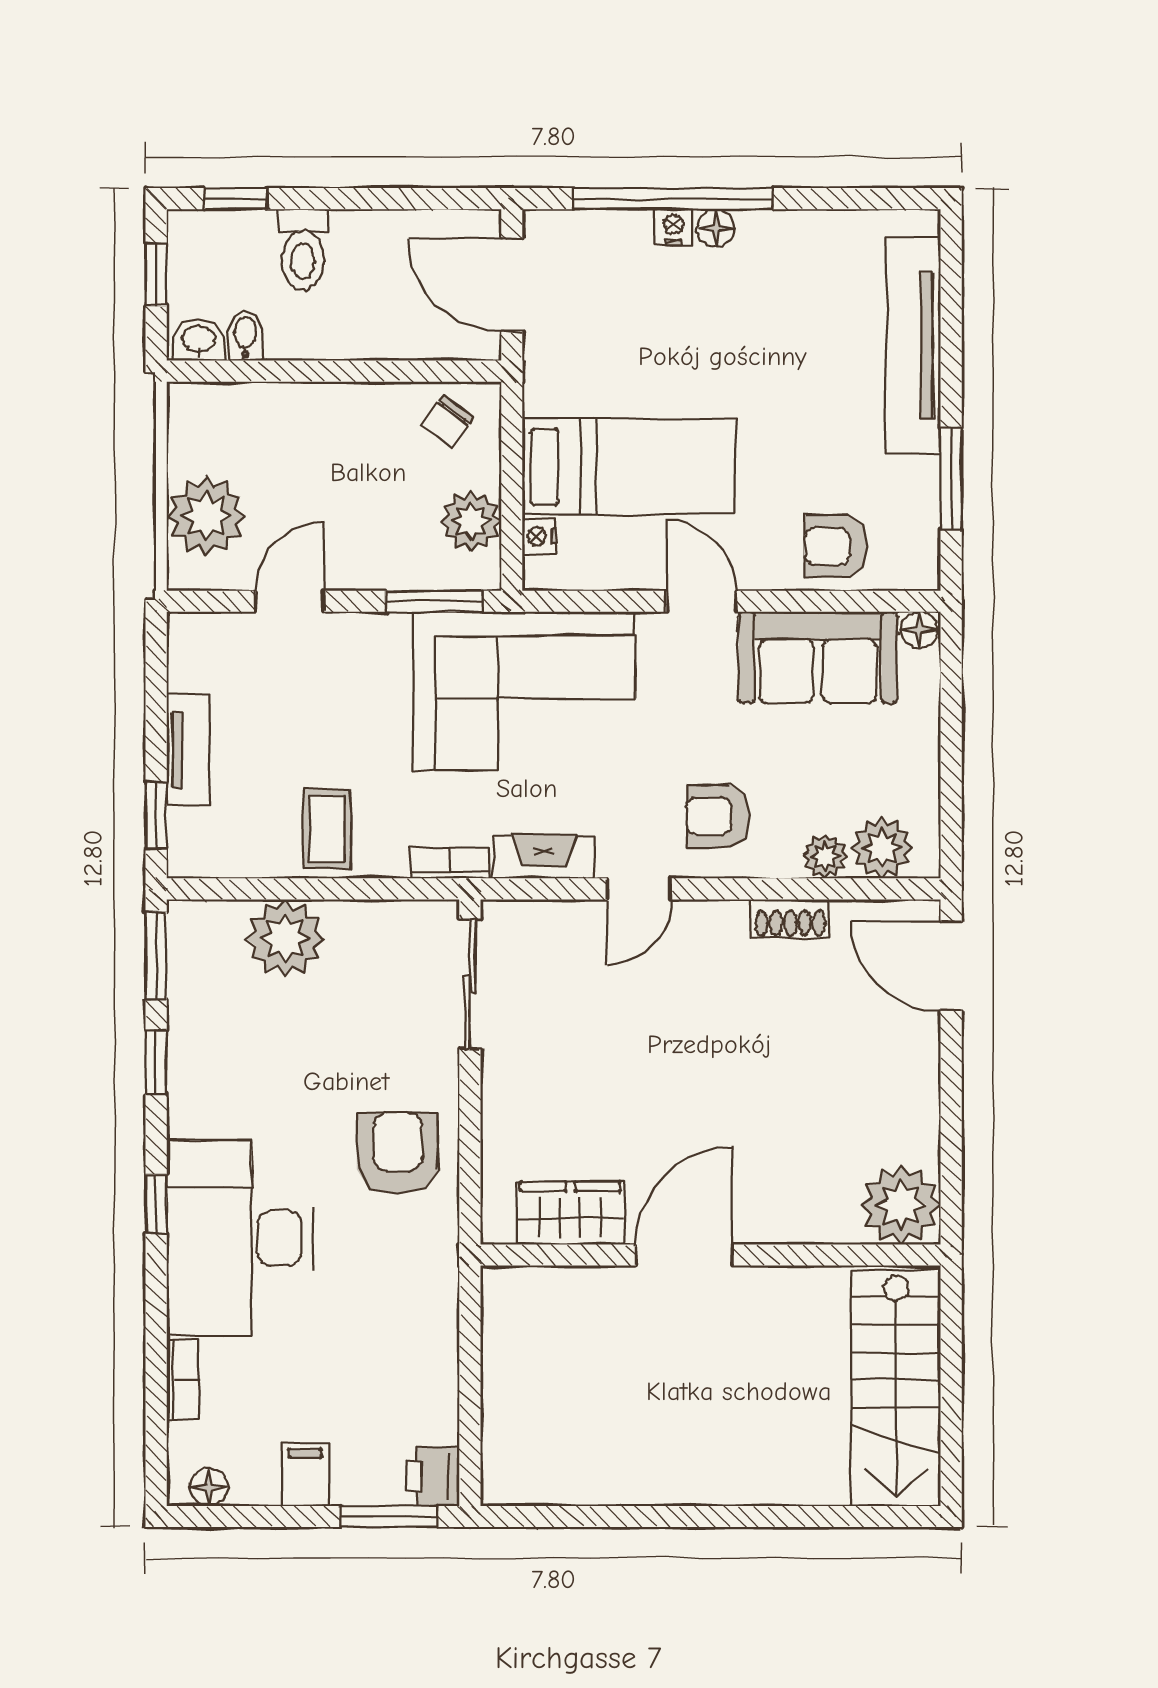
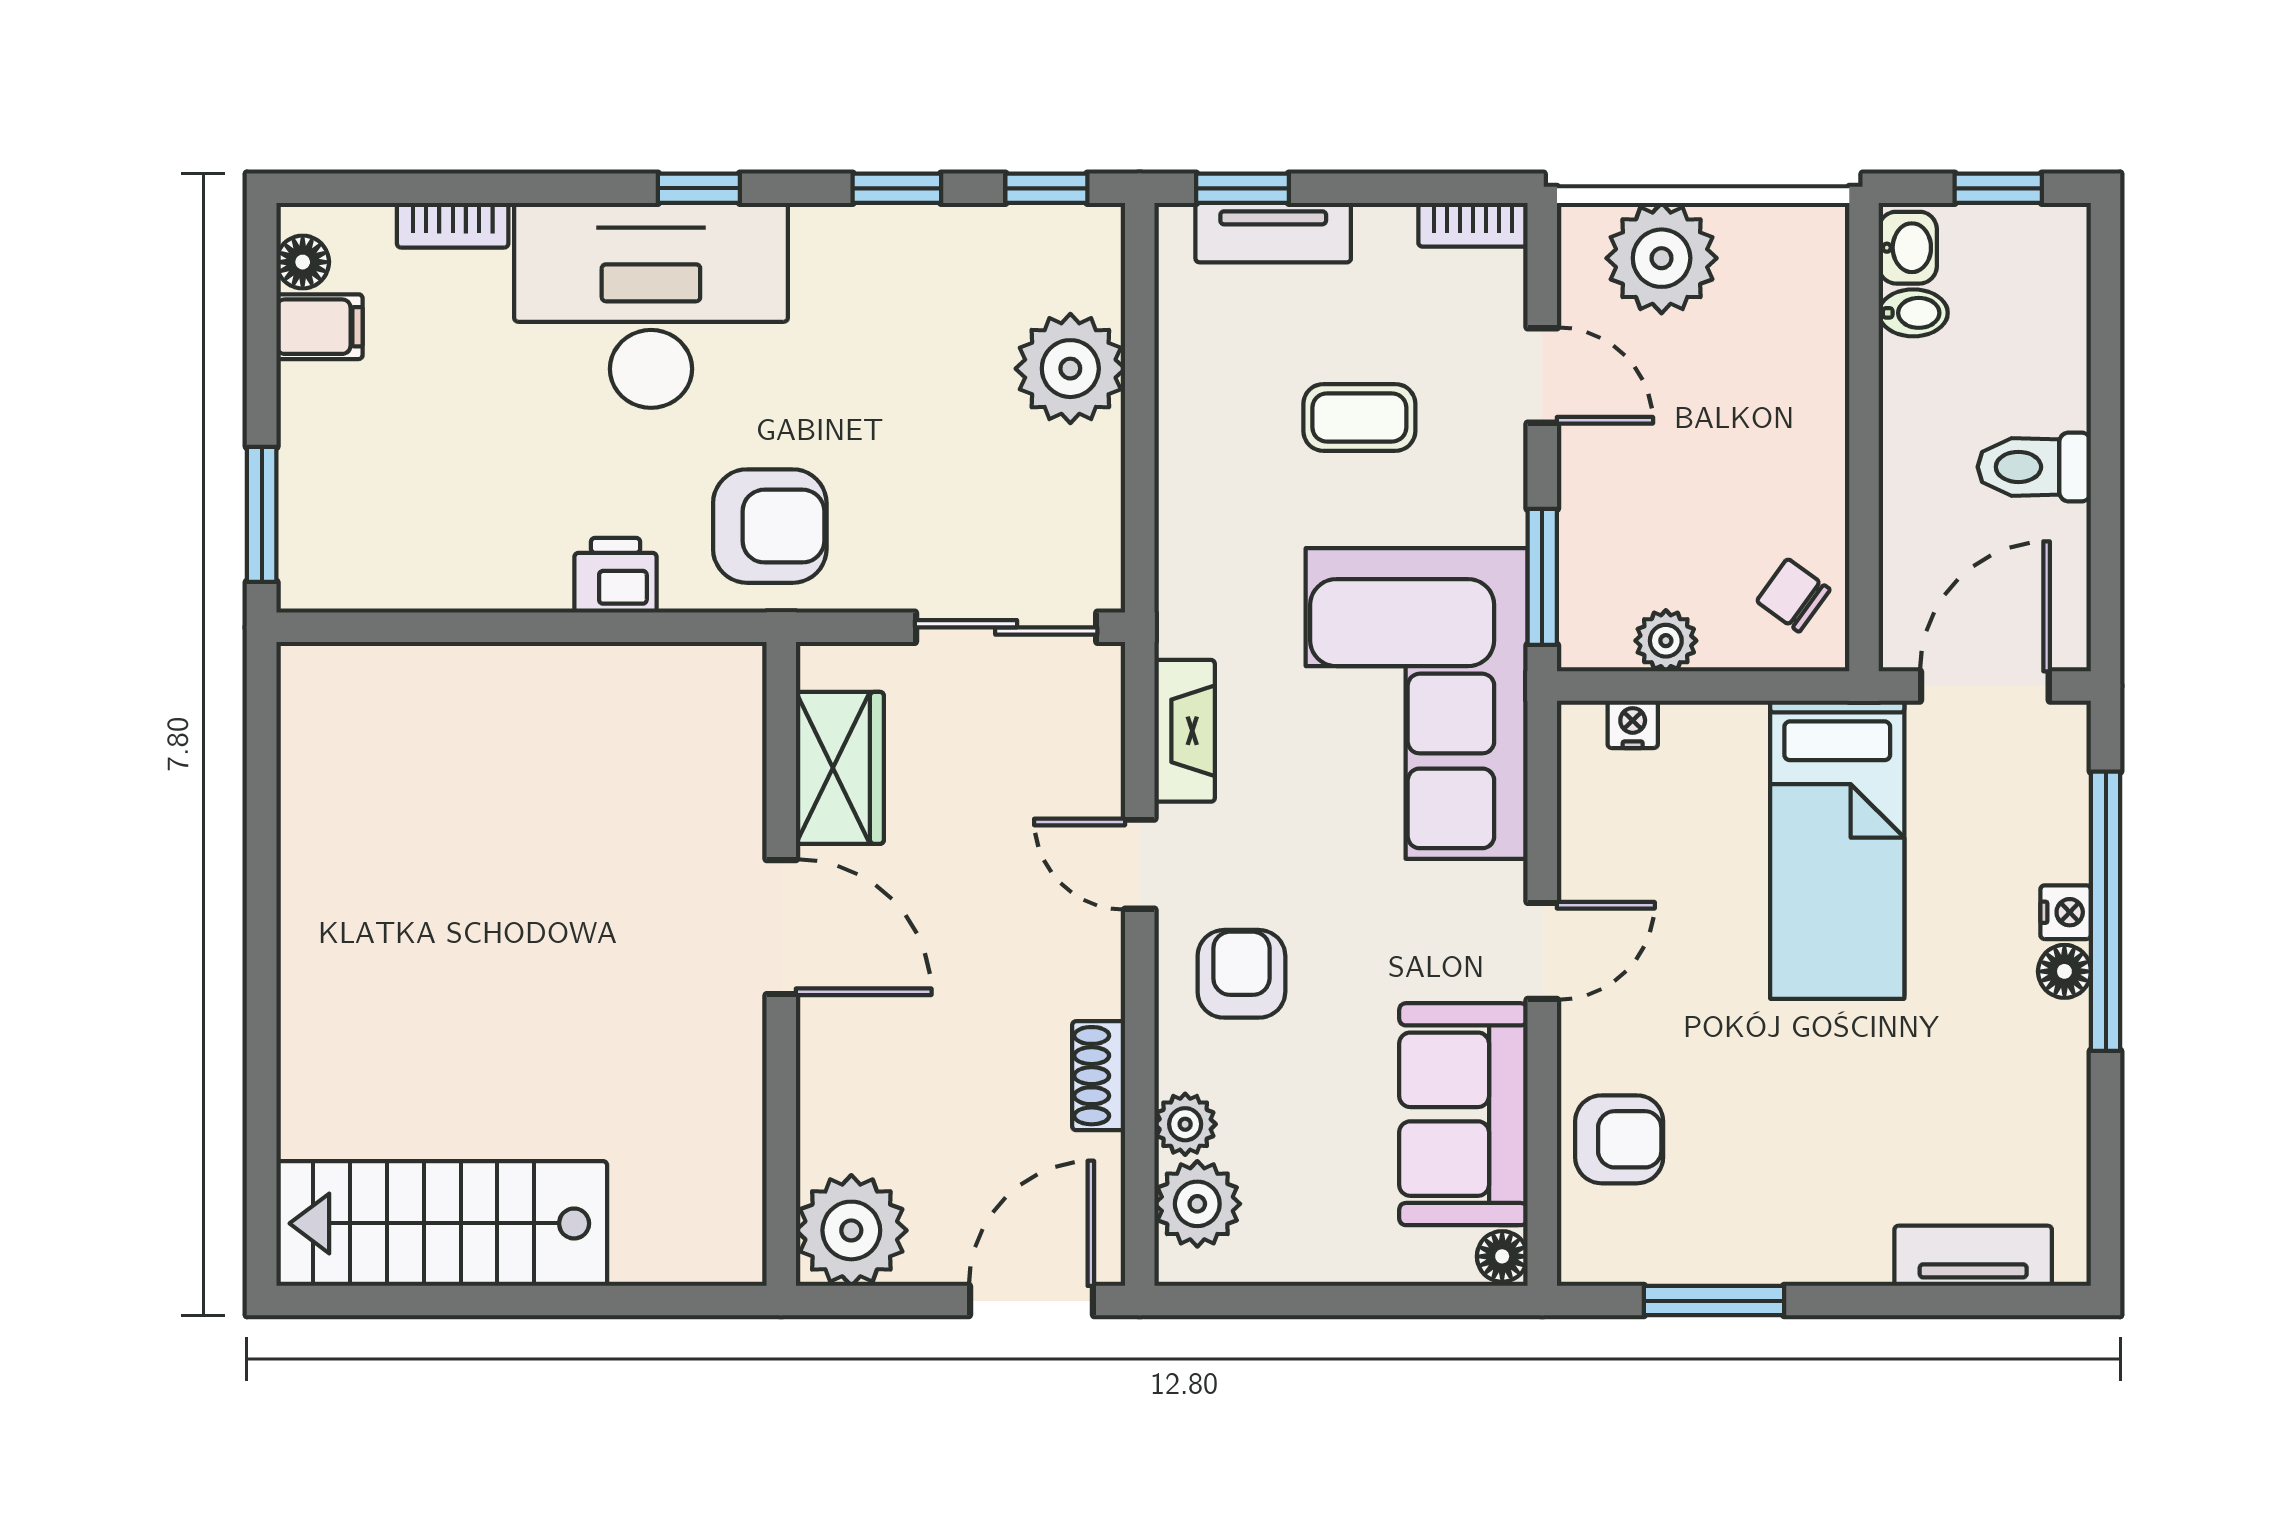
window: (235, 199) -> (2106, 299), removed
toilet: (303, 250) -> (2034, 467), moved
tv unit: (913, 345) -> (1973, 1256), width x0.52, depth x0.78
bed: (629, 466) -> (1837, 850), moved
plant: (471, 521) -> (1666, 641), width x0.73, depth x0.73
armchair: (836, 546) -> (1619, 1139), turned 90
tv unit: (188, 750) -> (1273, 233), moved
coffee table: (327, 829) -> (1359, 417), moved
bookcase: (450, 863) -> (1473, 225), moved, turned 90
window: (156, 956) -> (1046, 188), width x0.67
plant: (901, 1205) -> (851, 1230), moved
wardrobe: (570, 1213) -> (840, 768), moved
door: (684, 1255) -> (781, 927), moved
wall: (711, 1255) -> (781, 964), moved
filing cabinet: (305, 1475) -> (319, 327), moved
printer: (433, 1477) -> (616, 575), moved

